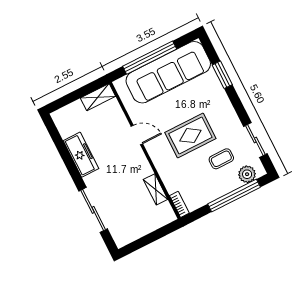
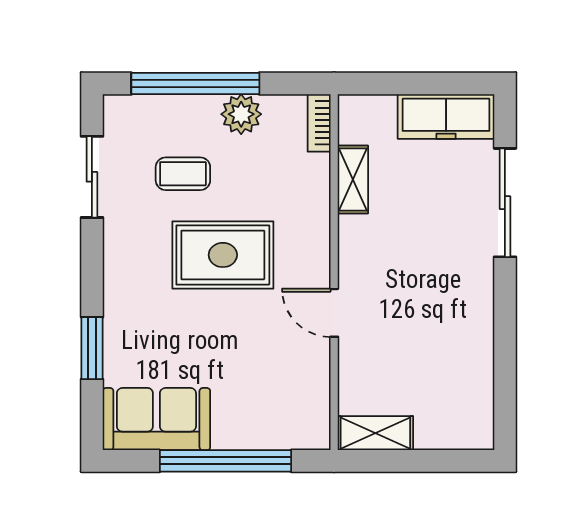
sofa: (168, 72) -> (156, 419), width x0.54, depth x0.79
freezer: (81, 155) -> (446, 117), moved, turned -90
plant: (247, 174) -> (241, 114), moved

